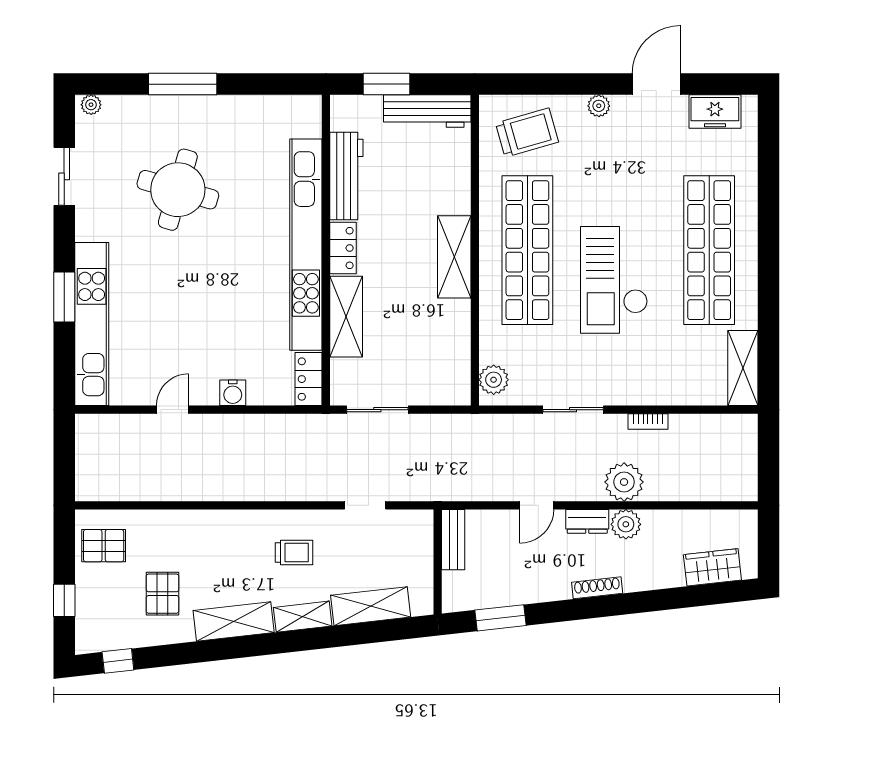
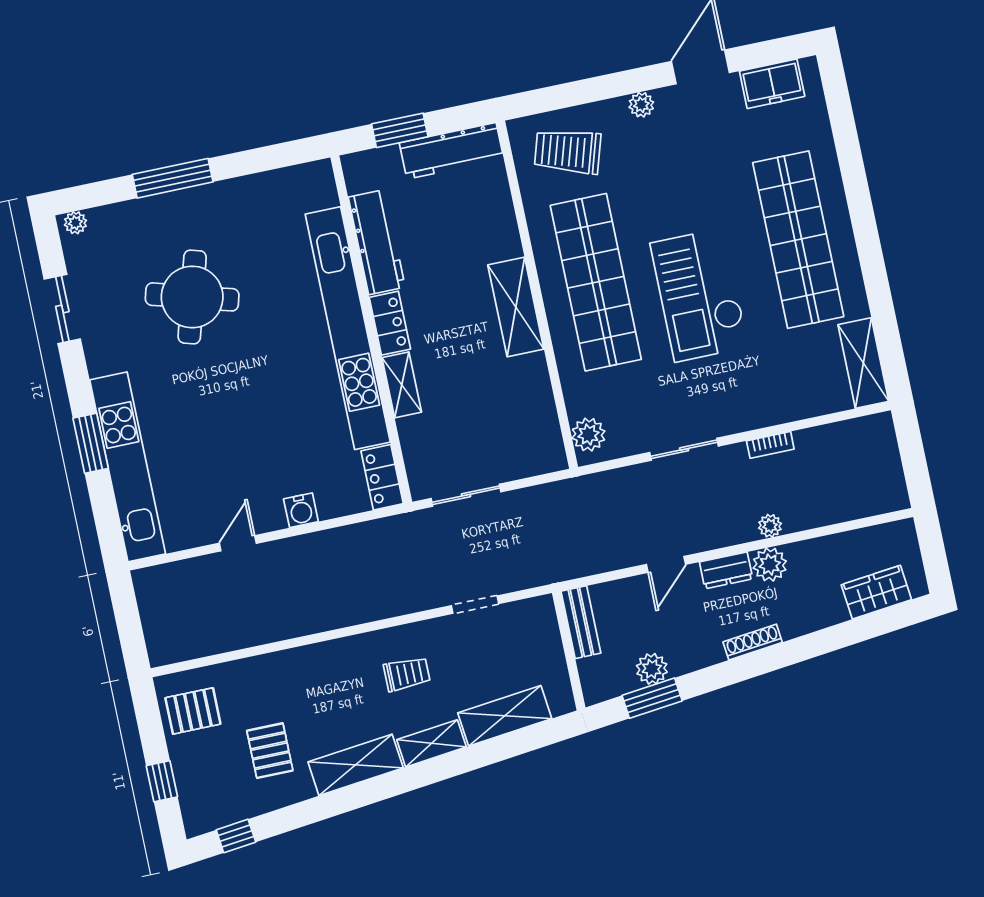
trolley: (527, 133) -> (568, 151), turned -147
shelving: (346, 317) -> (402, 385), width x0.67, depth x0.75
plant: (624, 482) -> (770, 526), width x0.53, depth x0.53
plant: (506, 593) -> (652, 669), added

